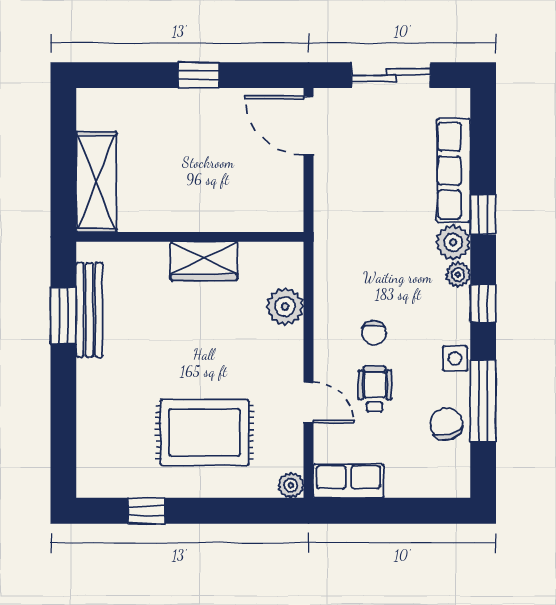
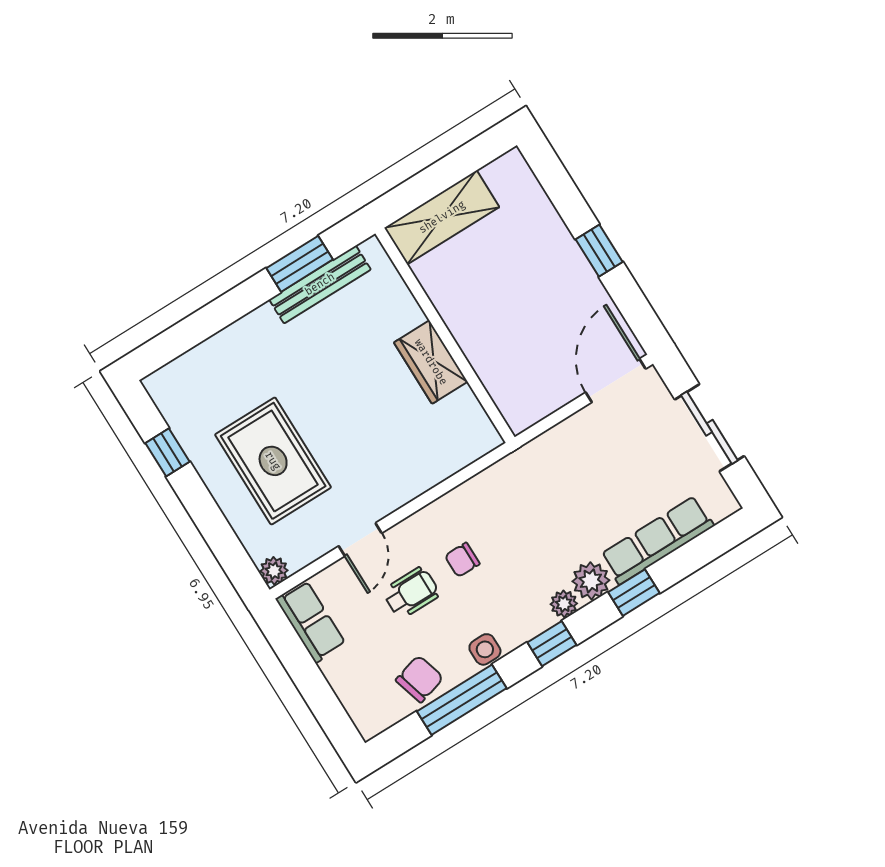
plant: (285, 307) -> (435, 463), removed

